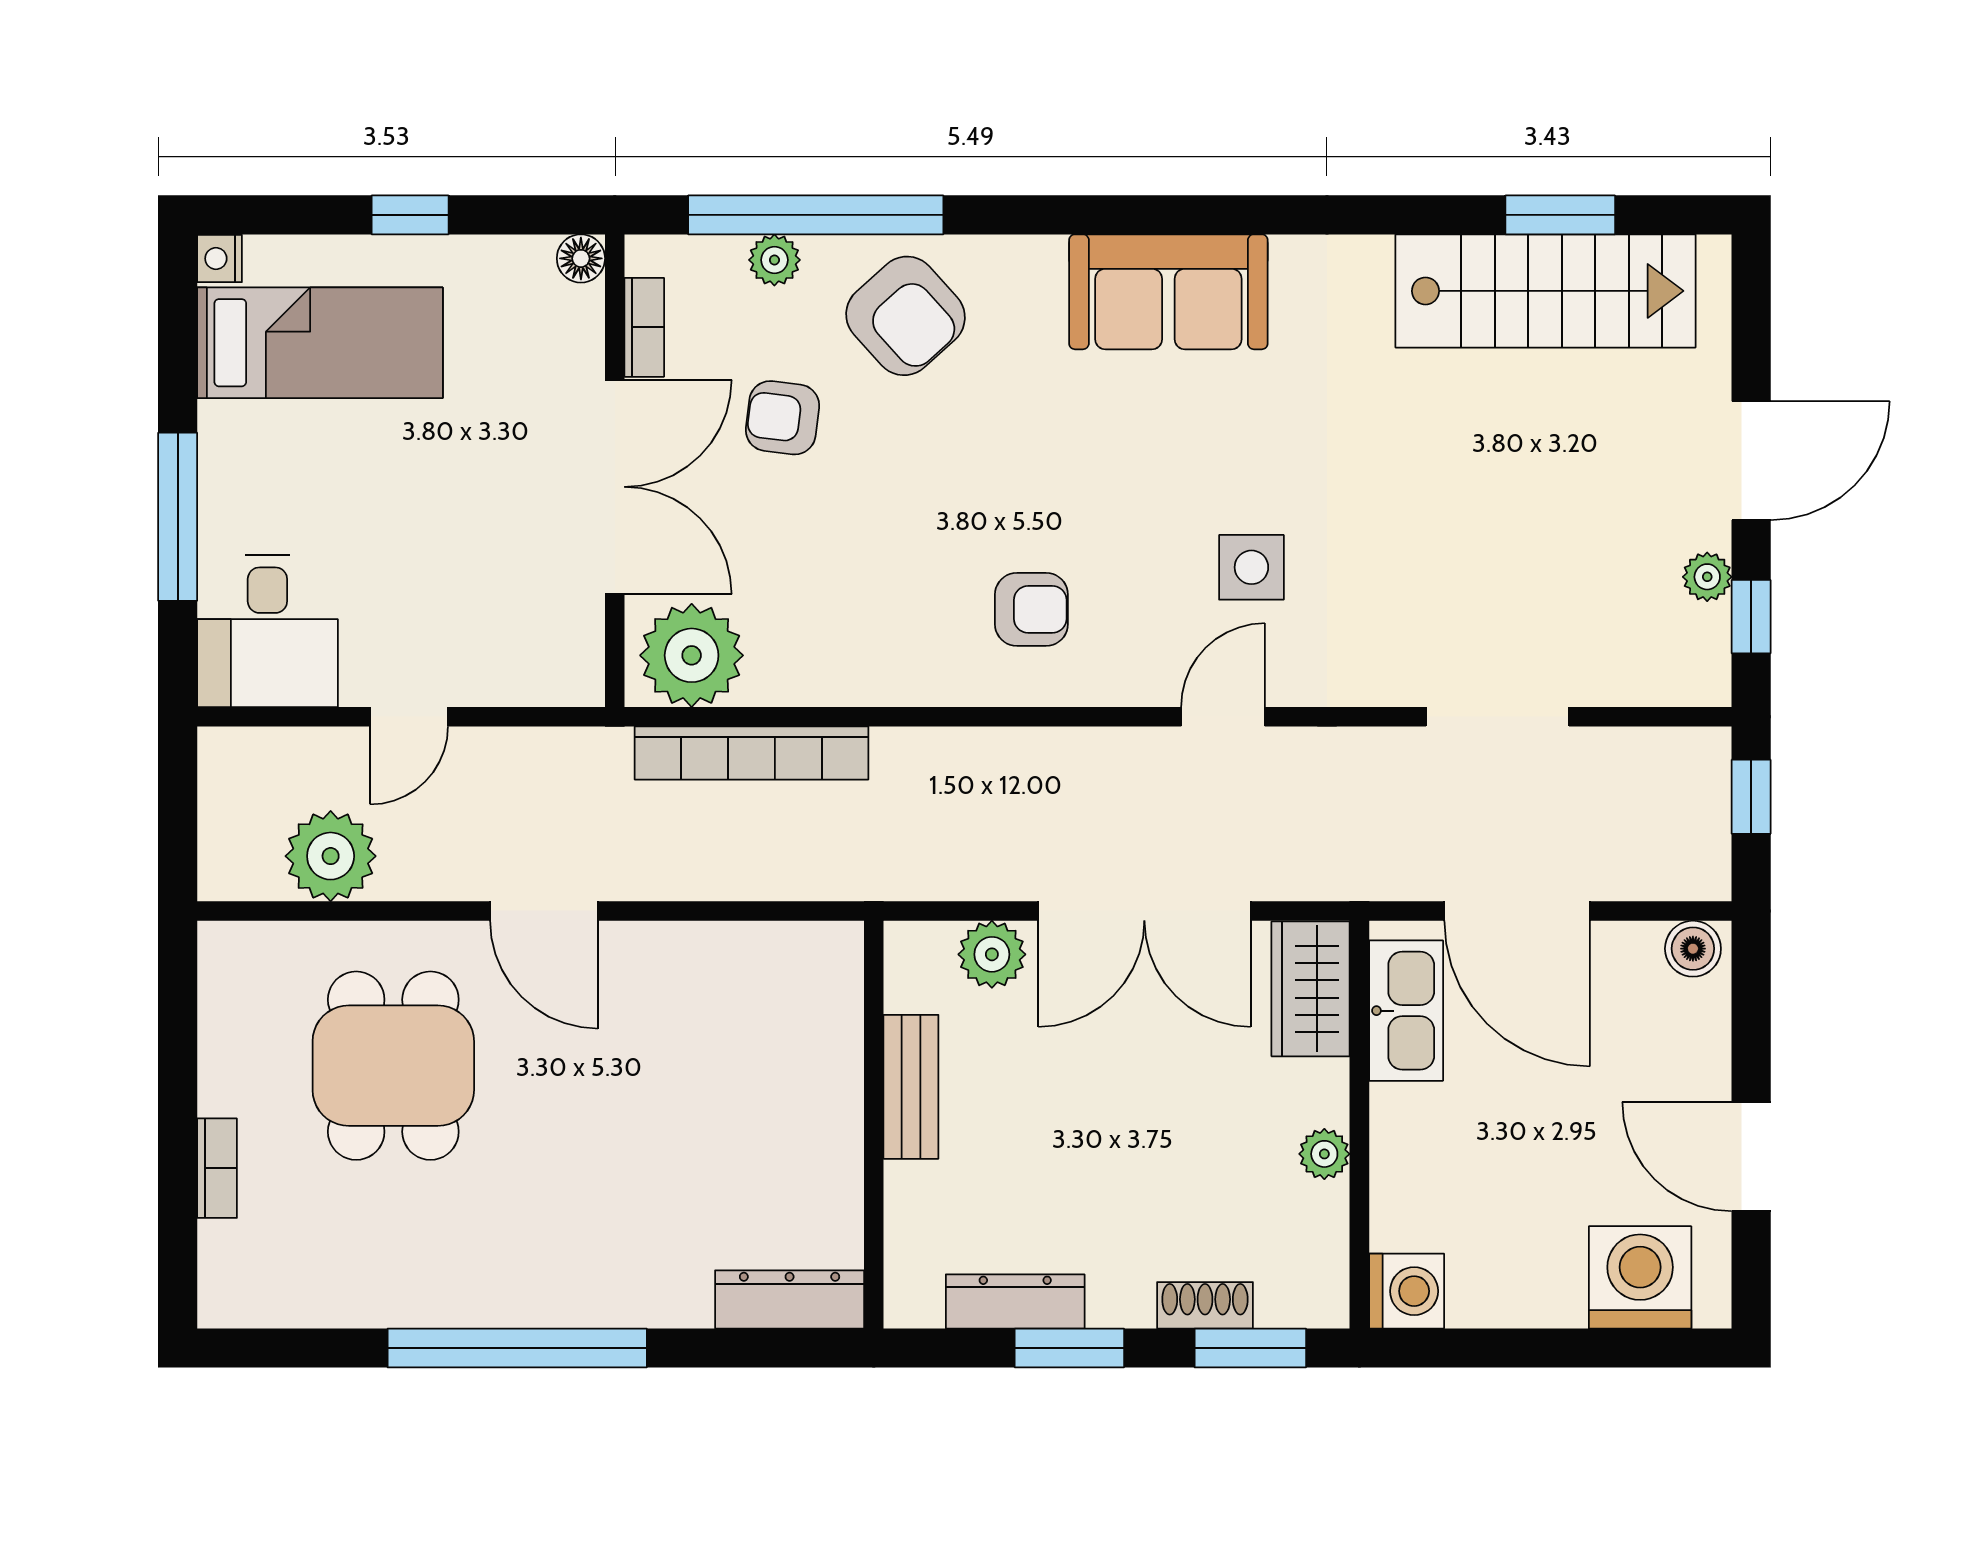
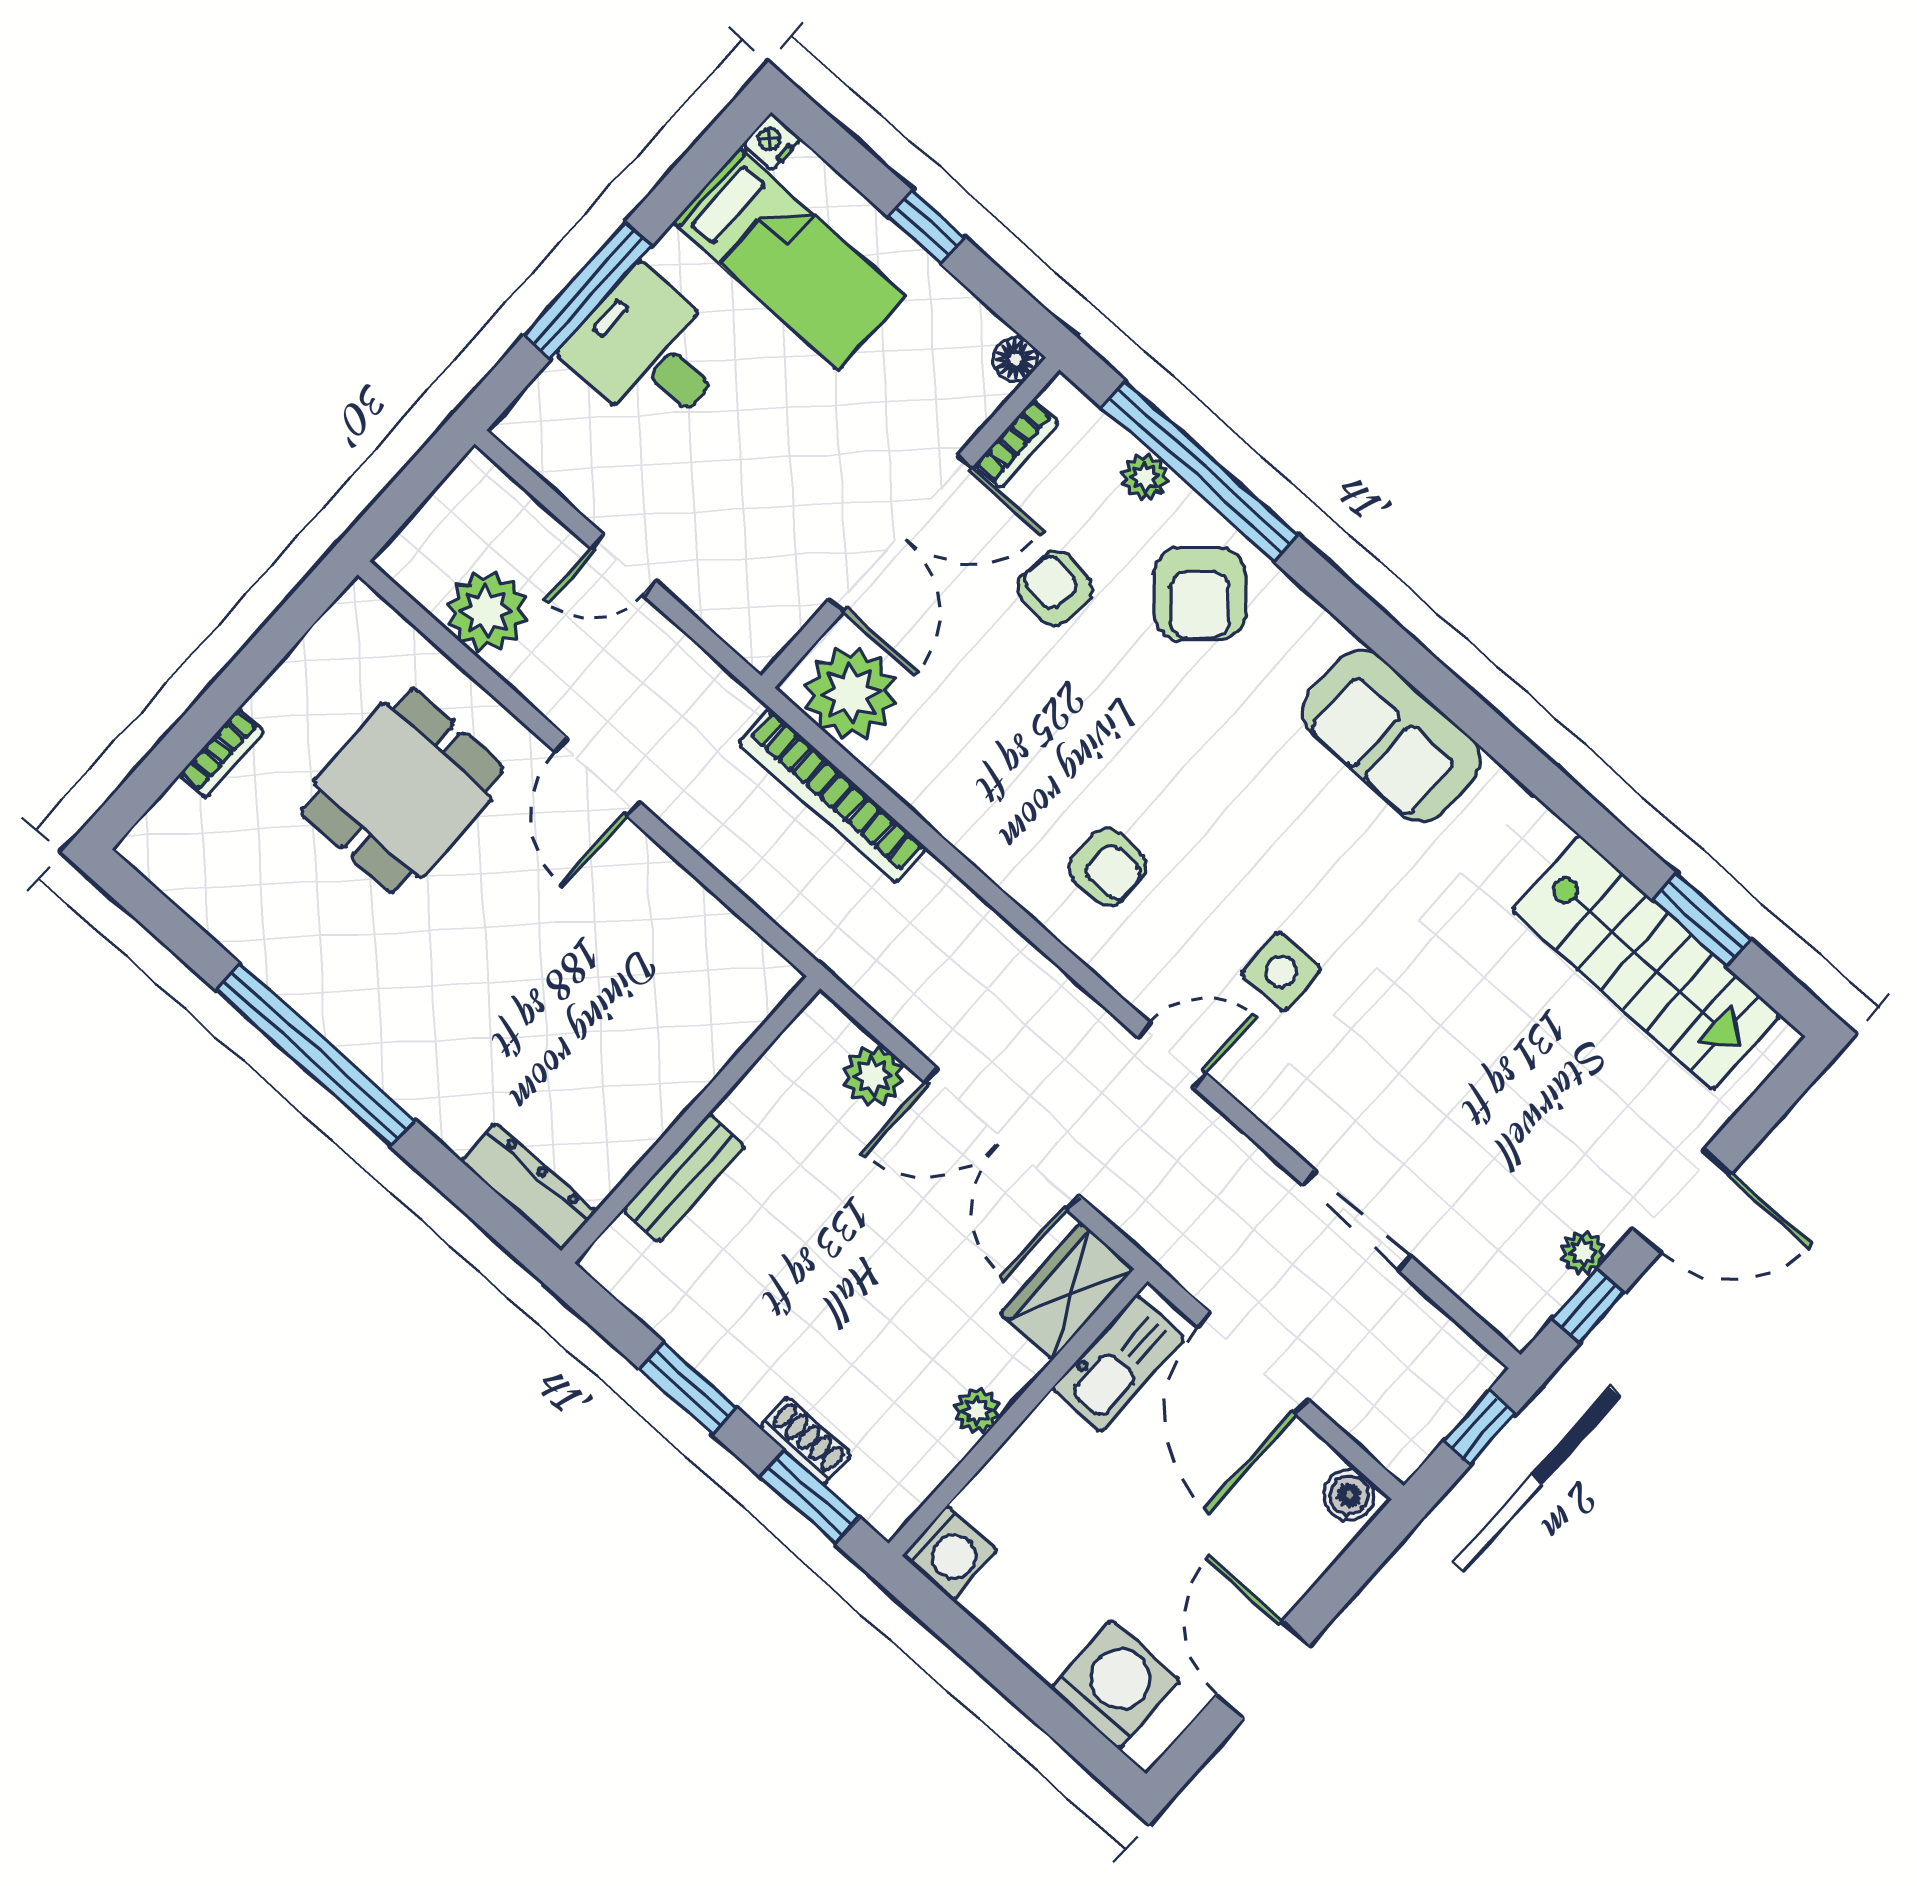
desk: (267, 631) -> (648, 352), moved, turned 90
bench: (911, 1087) -> (684, 1178), moved
dresser: (1015, 1301) -> (680, 1324), removed

